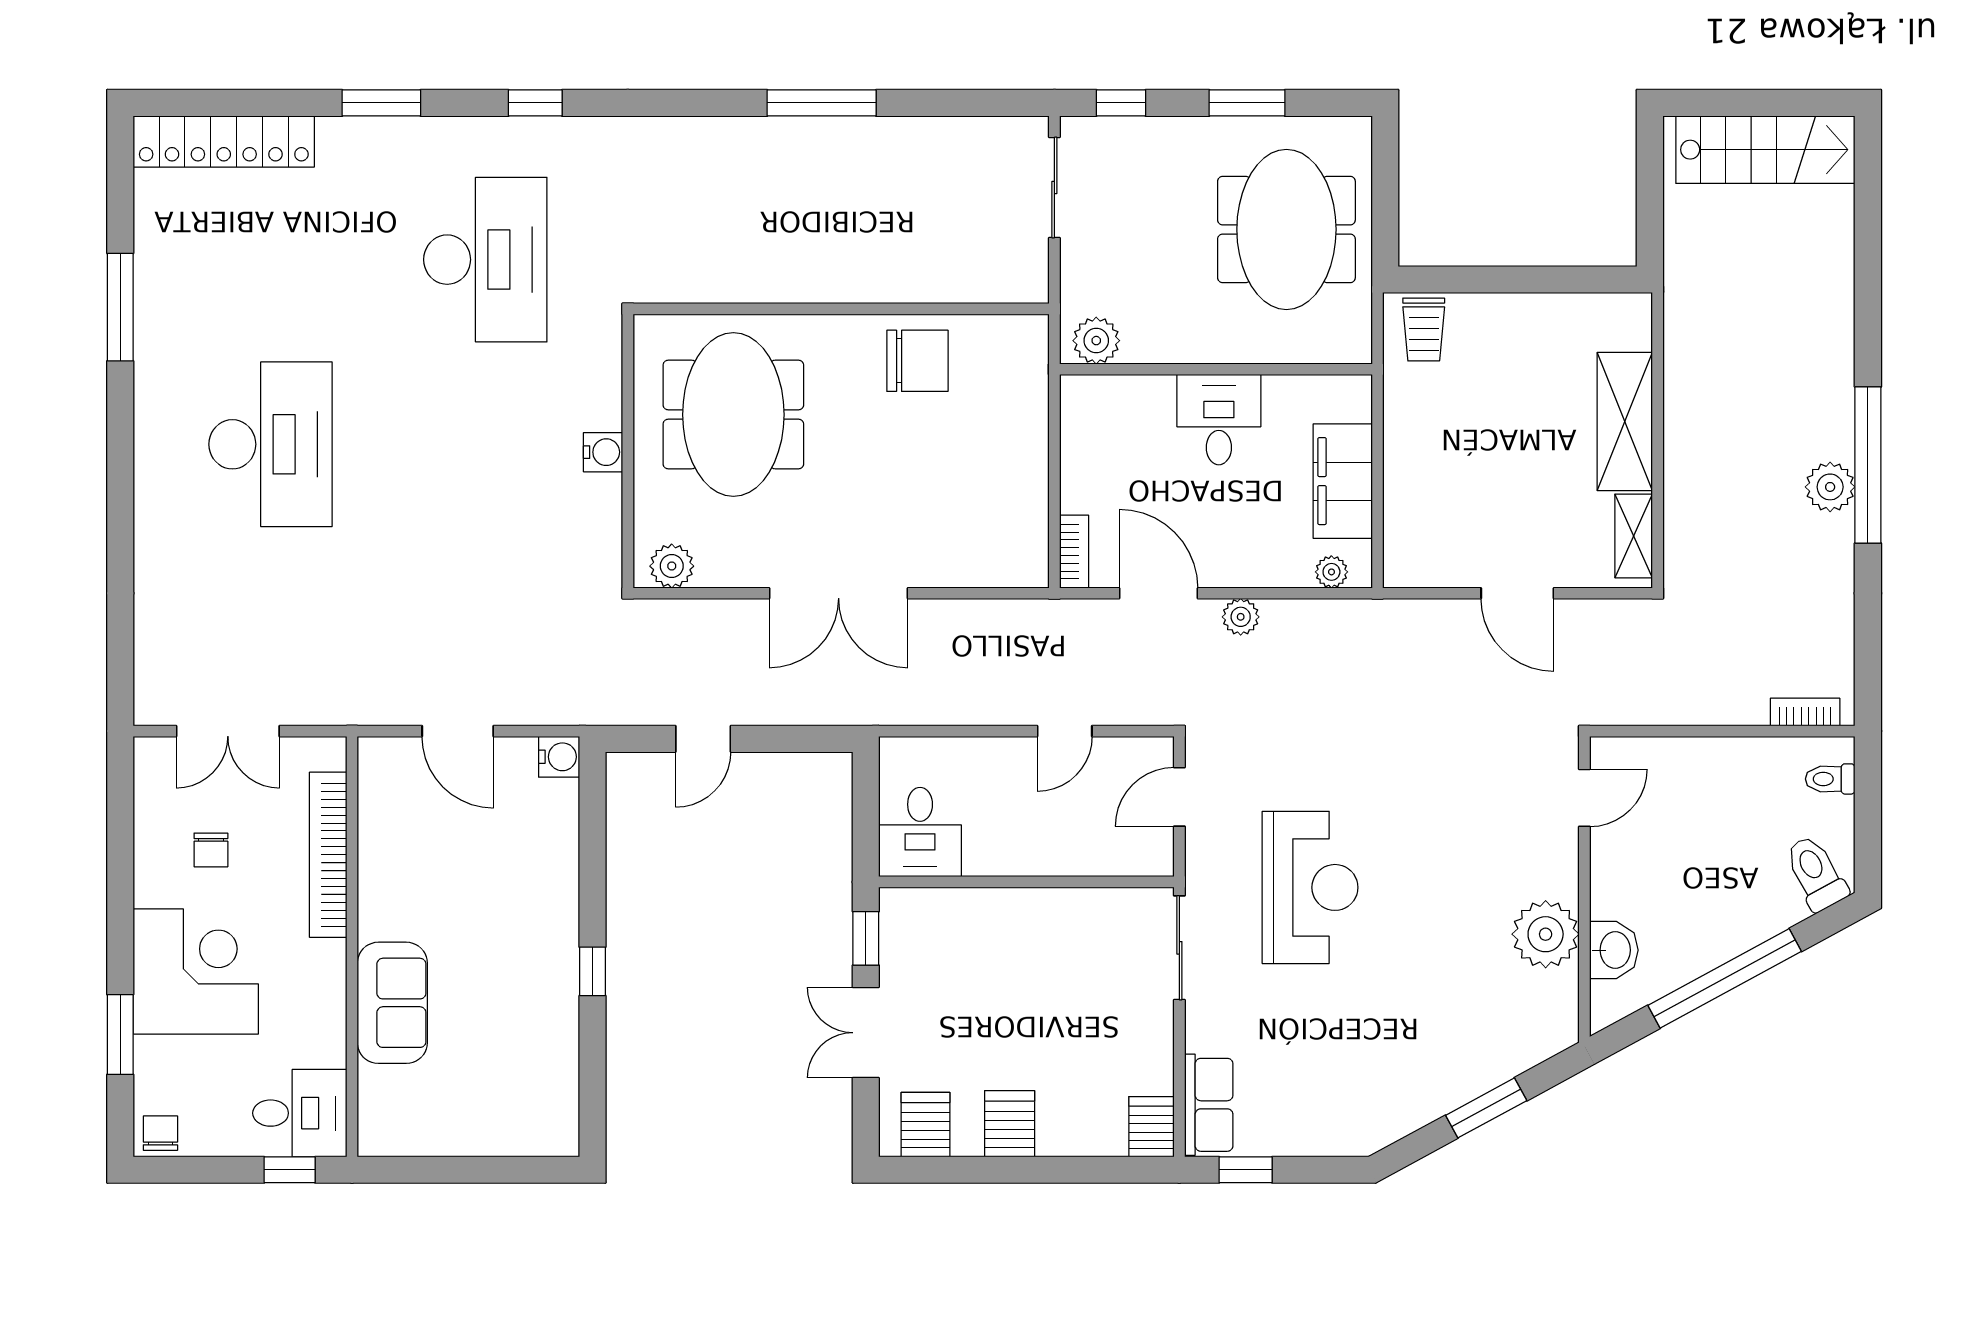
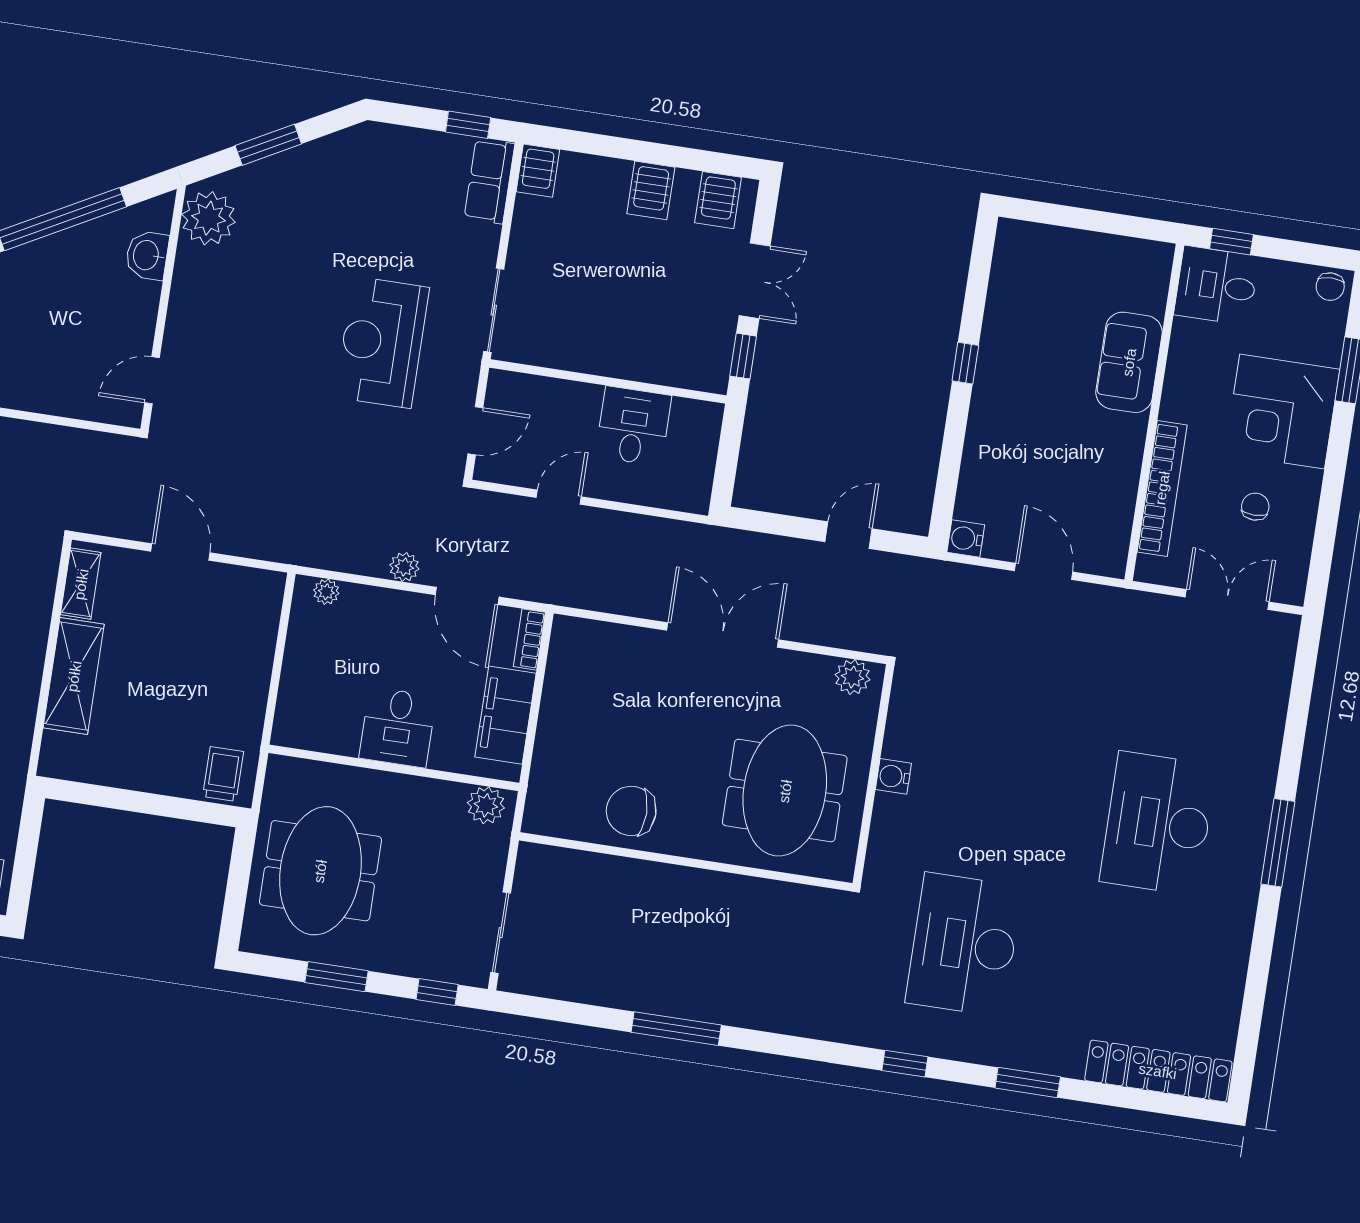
window: (120, 307) -> (1278, 843), moved
filing cabinet: (1343, 481) -> (505, 715), moved, turned 180
desk: (920, 832) -> (633, 426), moved
plant: (1546, 934) -> (209, 218), moved

